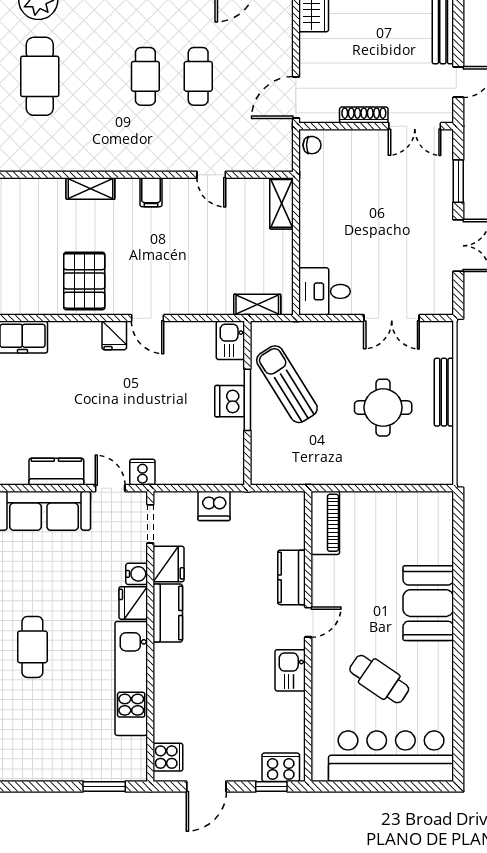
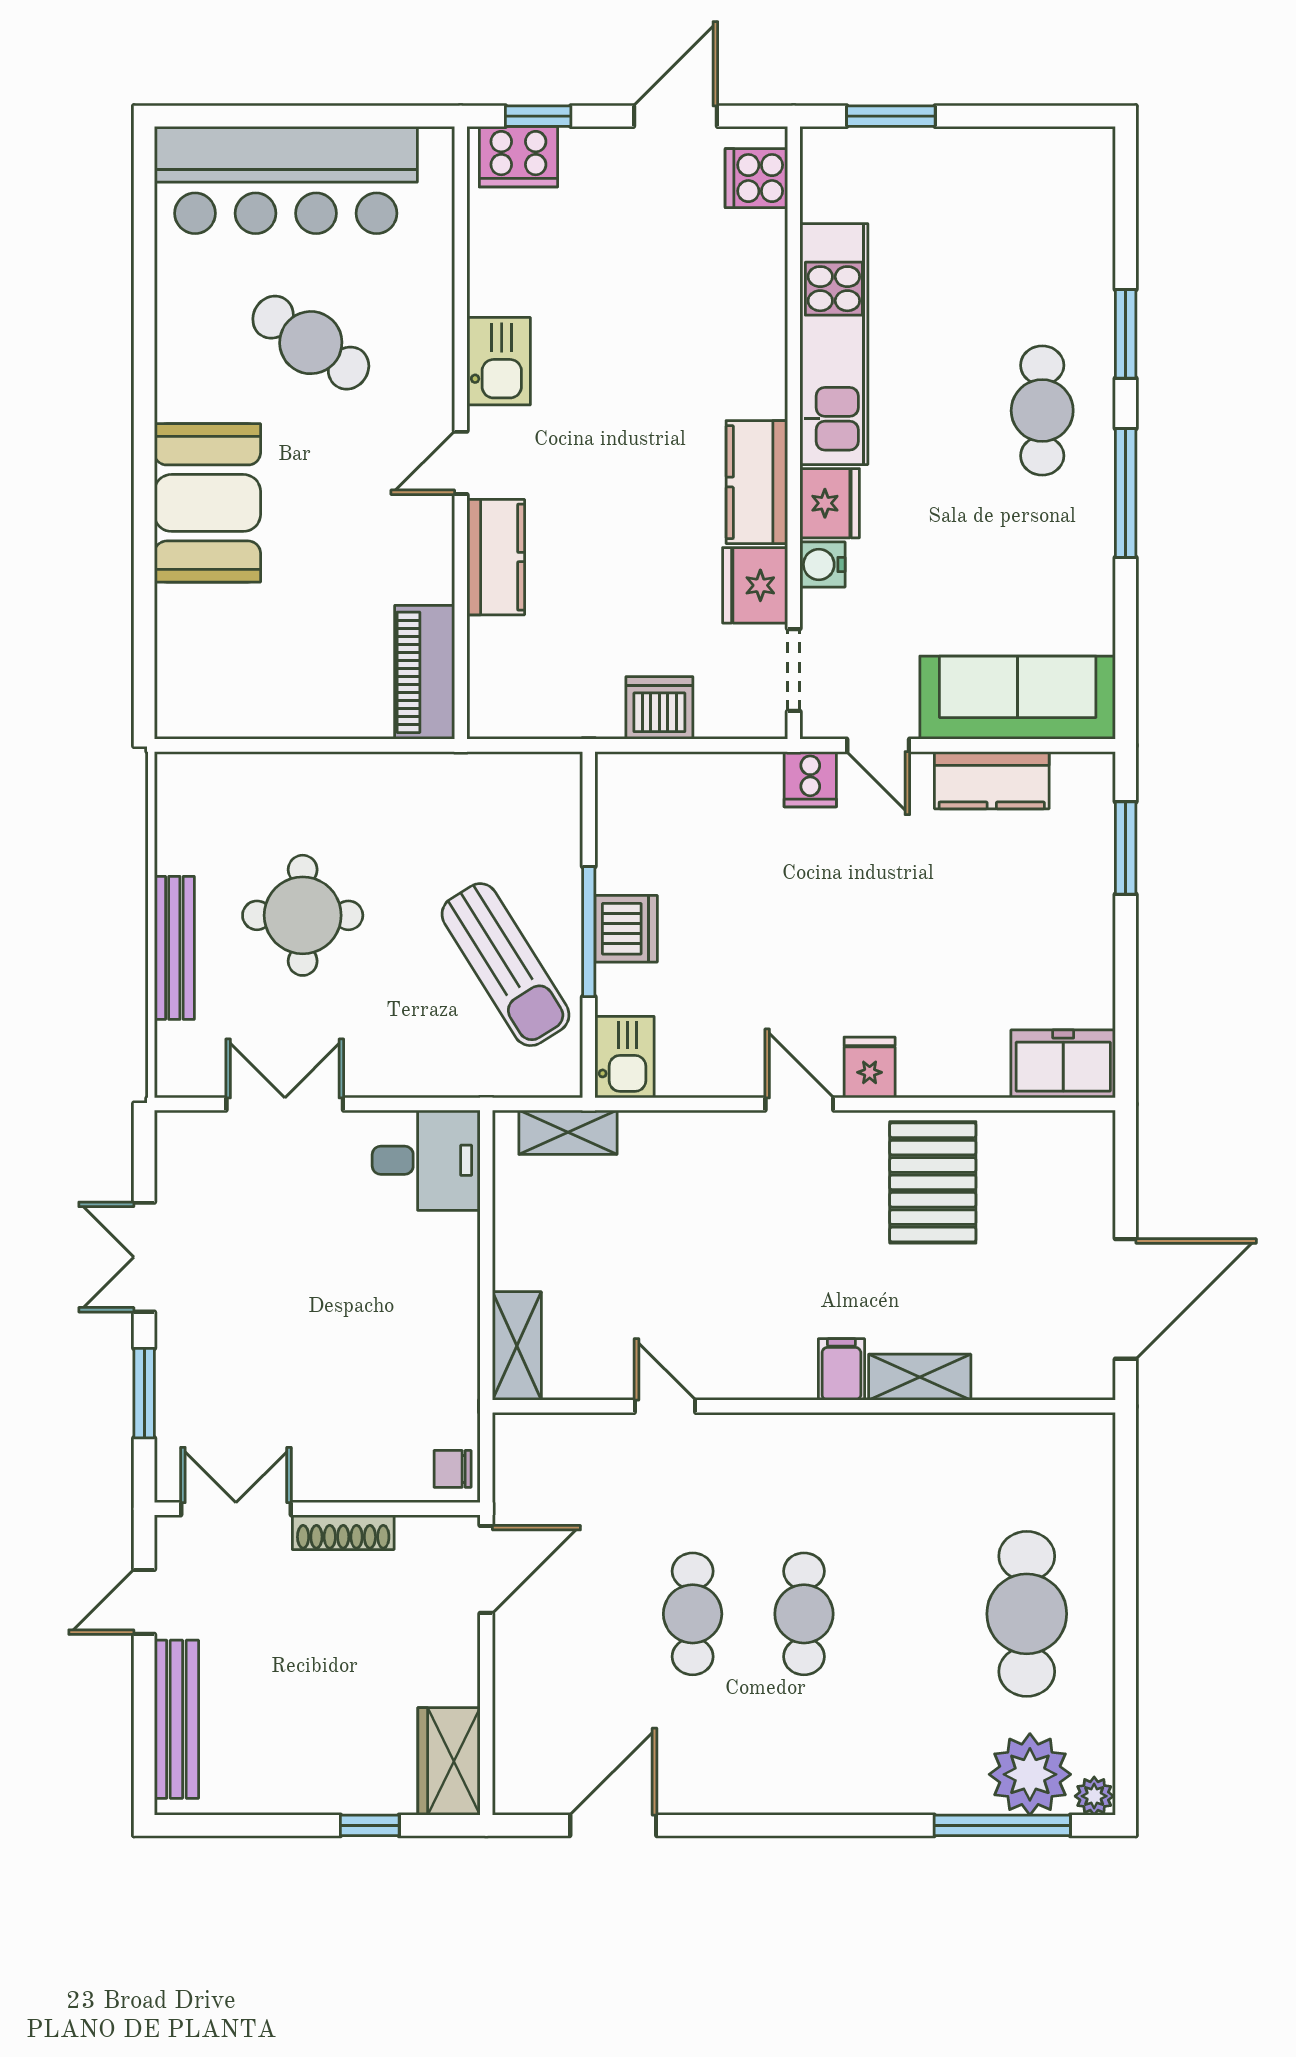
filing cabinet: (151, 192) -> (841, 1369), moved

